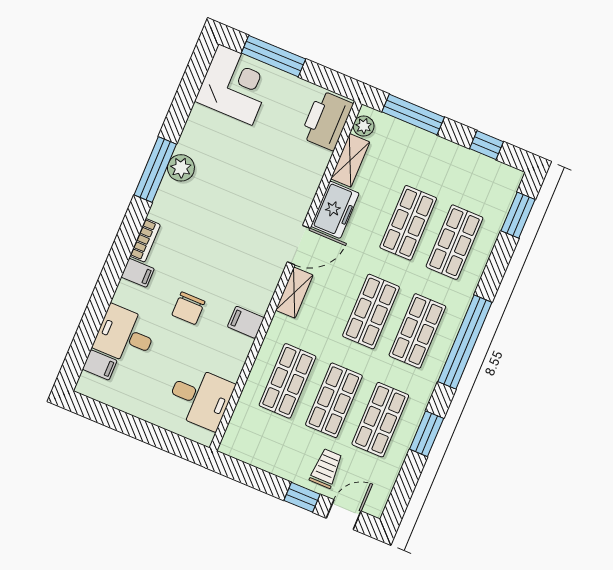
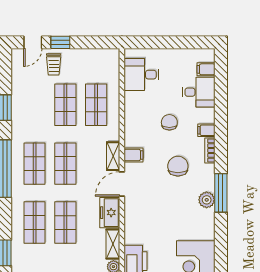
chair: (203, 237) -> (178, 166), added
filing cabinet: (246, 322) -> (134, 155), moved
shop shelf: (380, 420) -> (35, 105), removed

